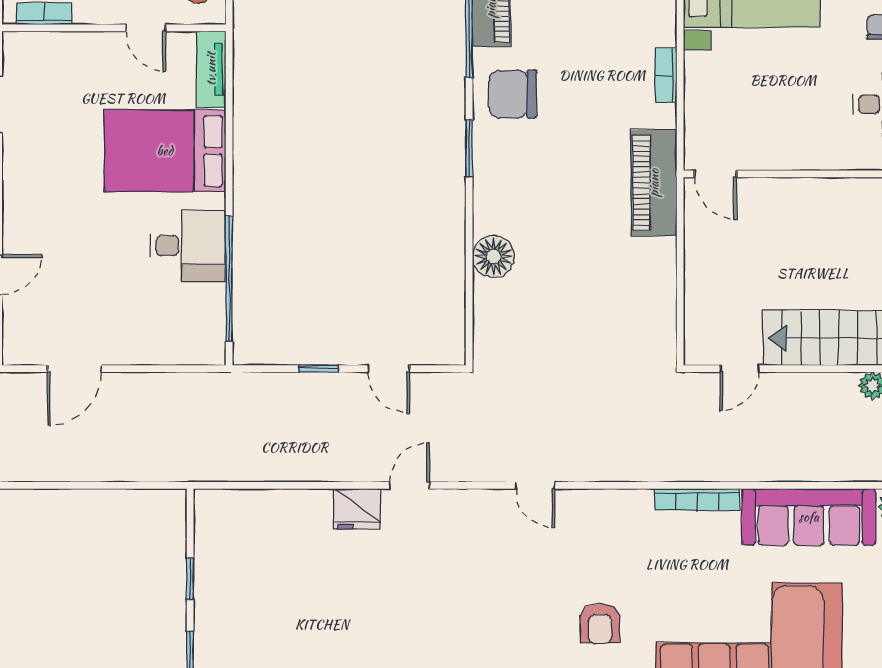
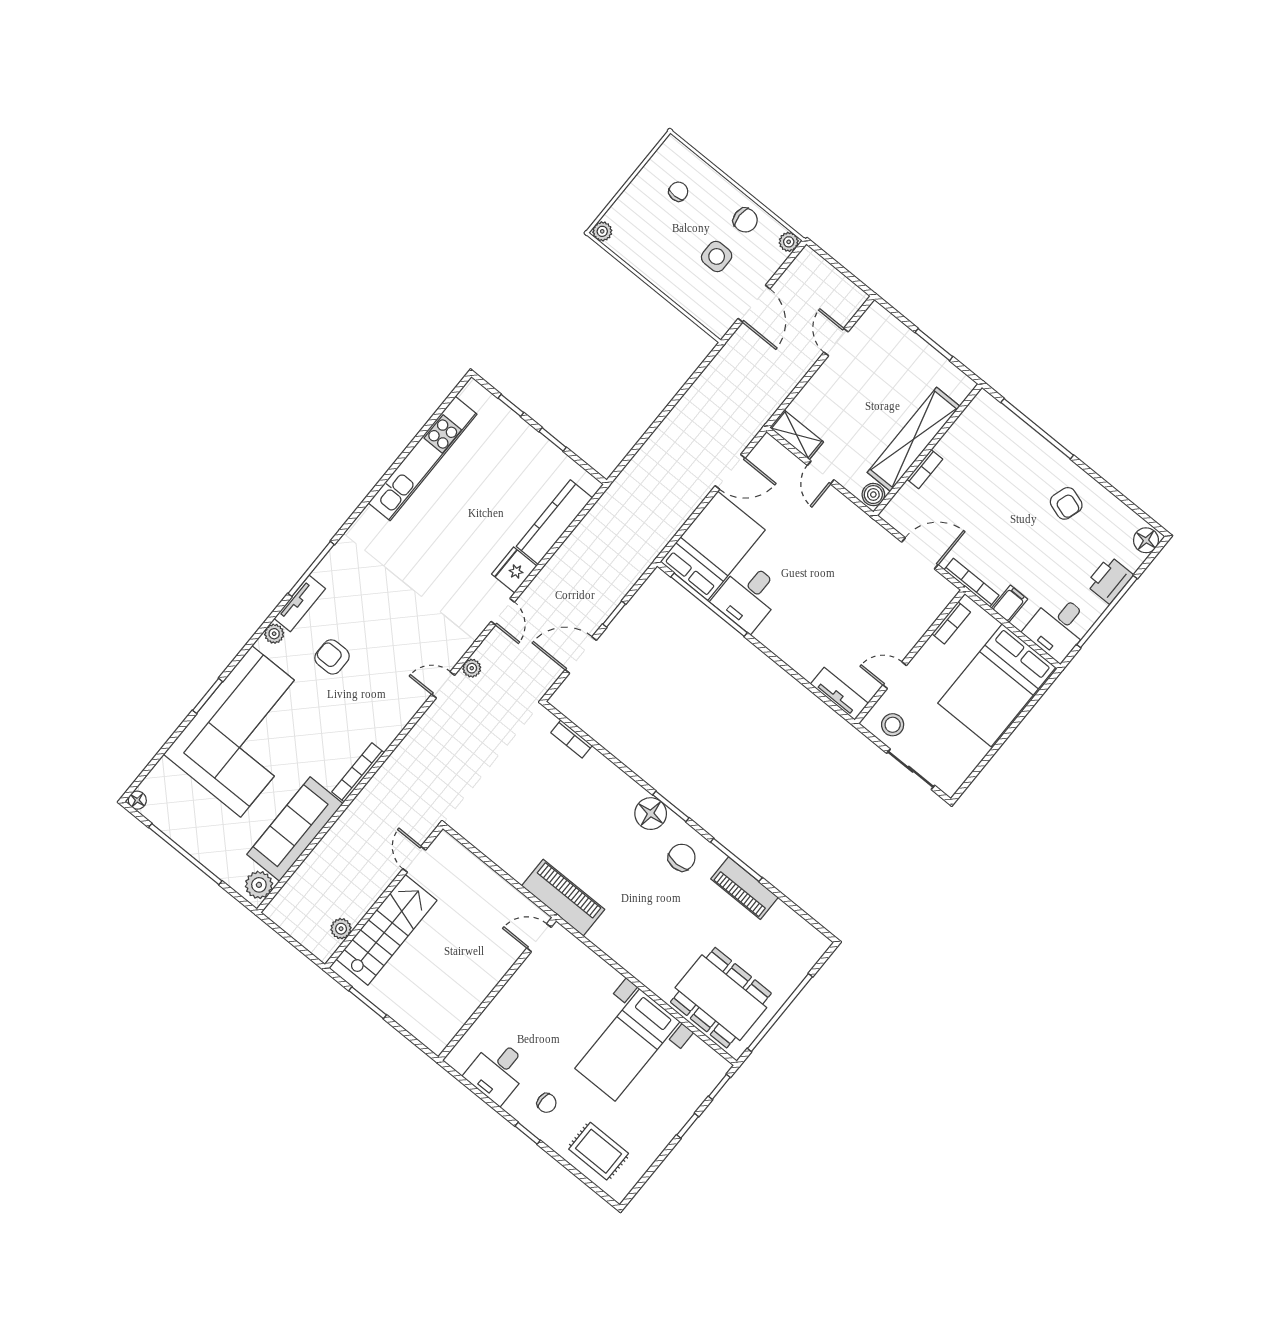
bookcase: (666, 75) -> (572, 739), moved, turned 180
chair: (513, 94) -> (682, 858), width x0.73, depth x0.73
bed: (165, 151) -> (713, 546), moved
floor lamp: (493, 257) -> (651, 814), moved
door: (74, 369) -> (730, 472), swing flipped
door: (389, 369) -> (581, 655), width x1.38
plant: (494, 470) -> (472, 668), added
kitchen counter: (274, 508) -> (554, 522), added

